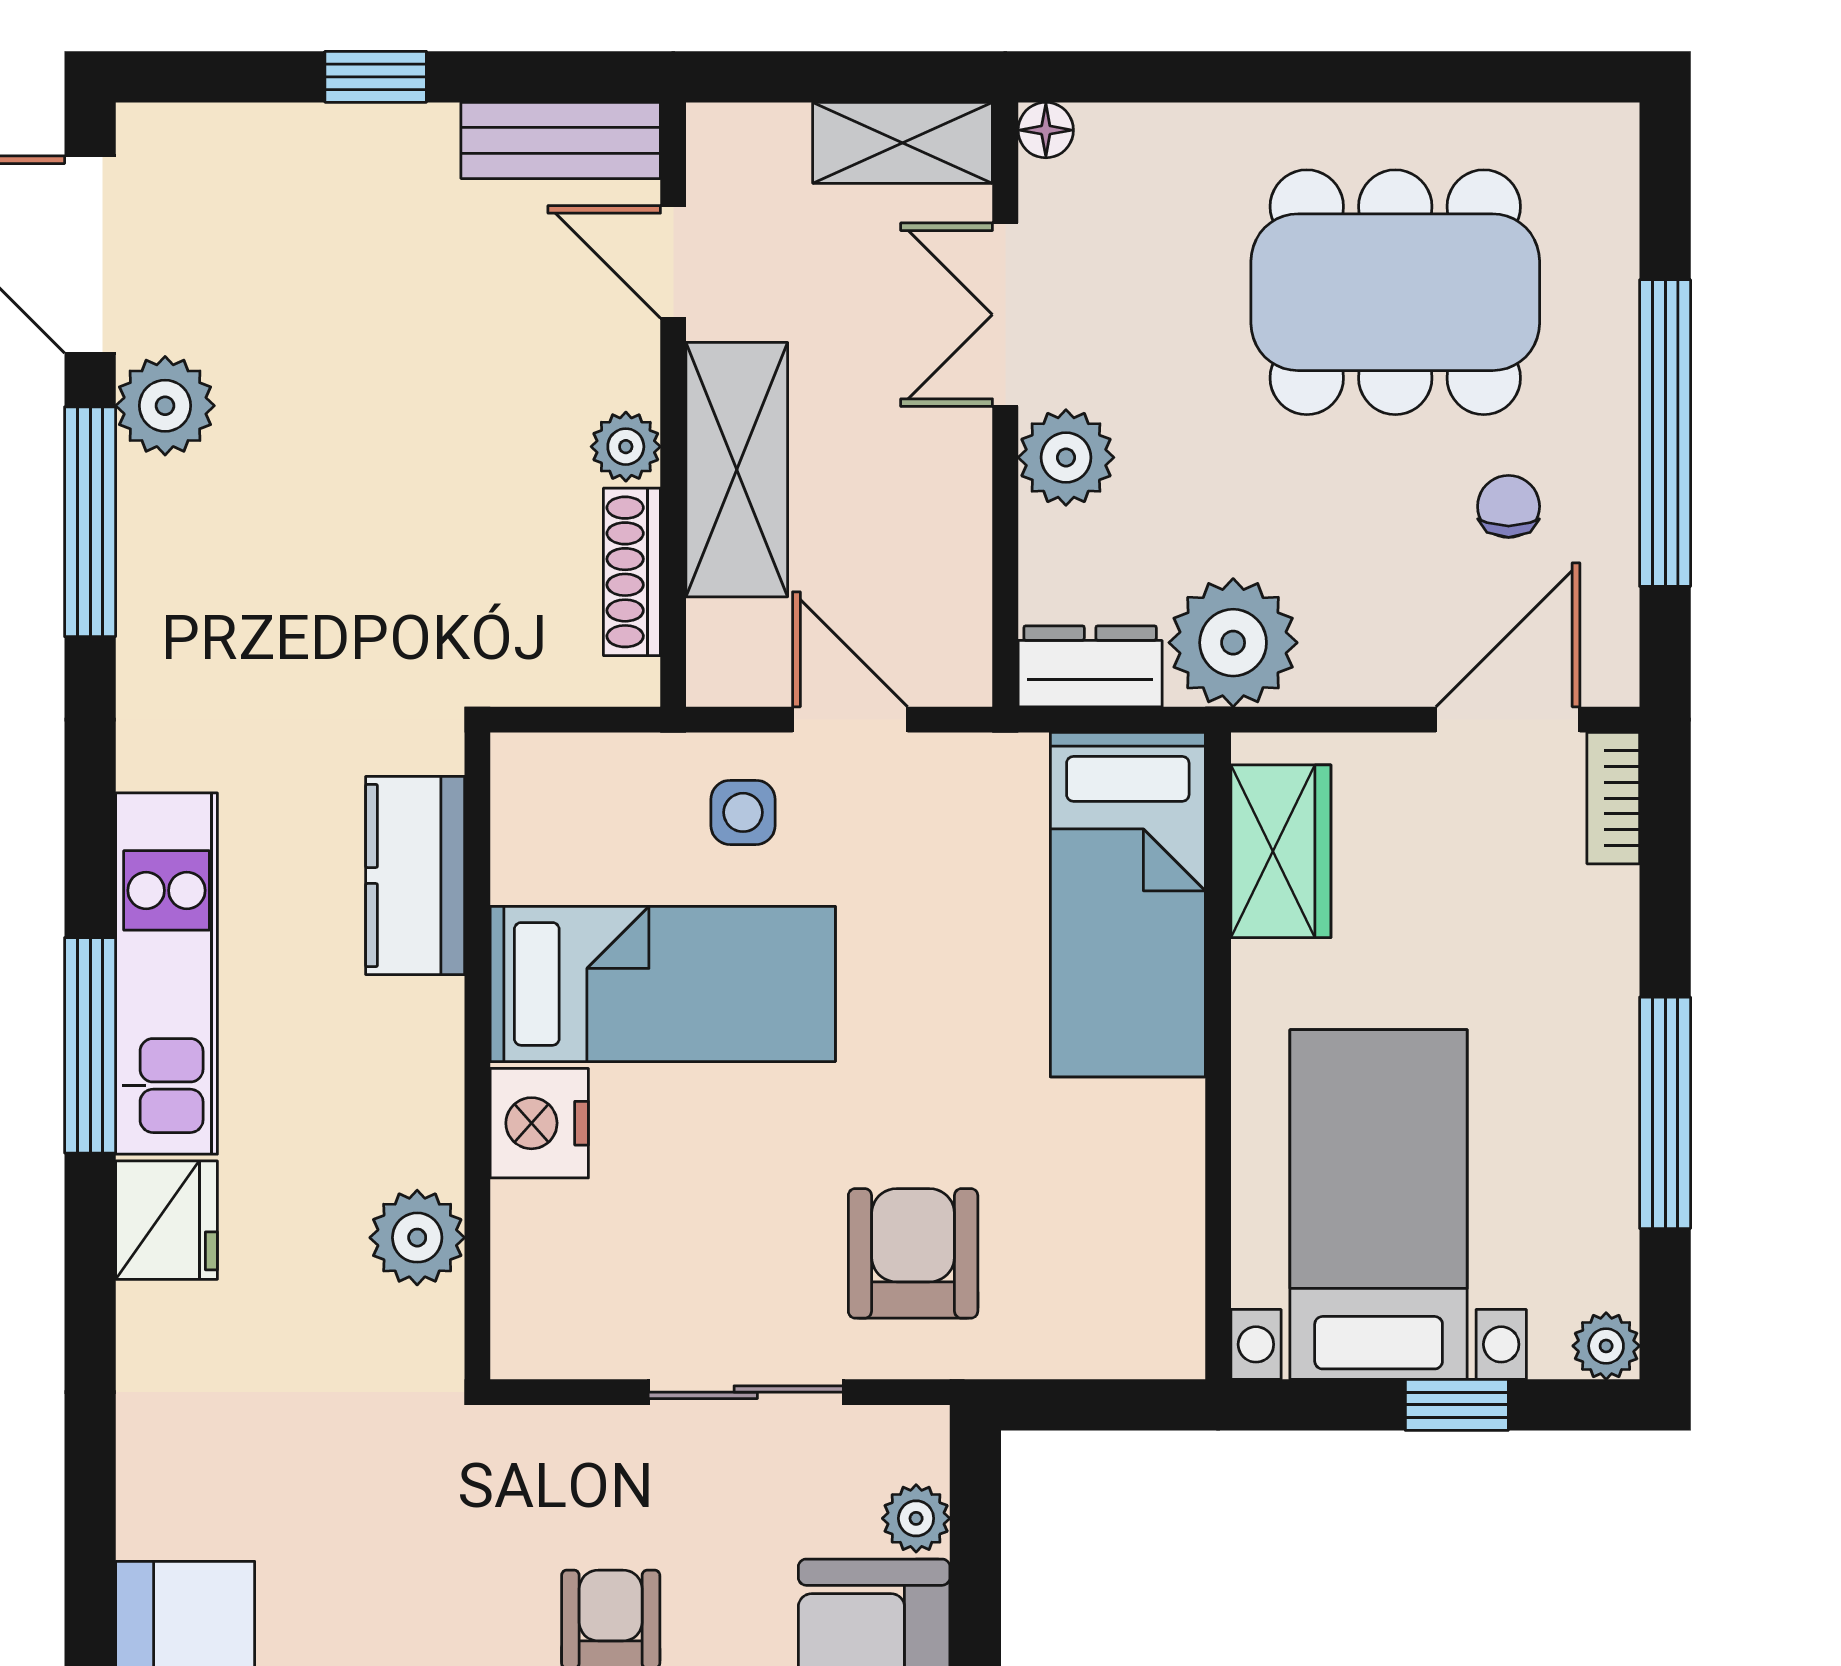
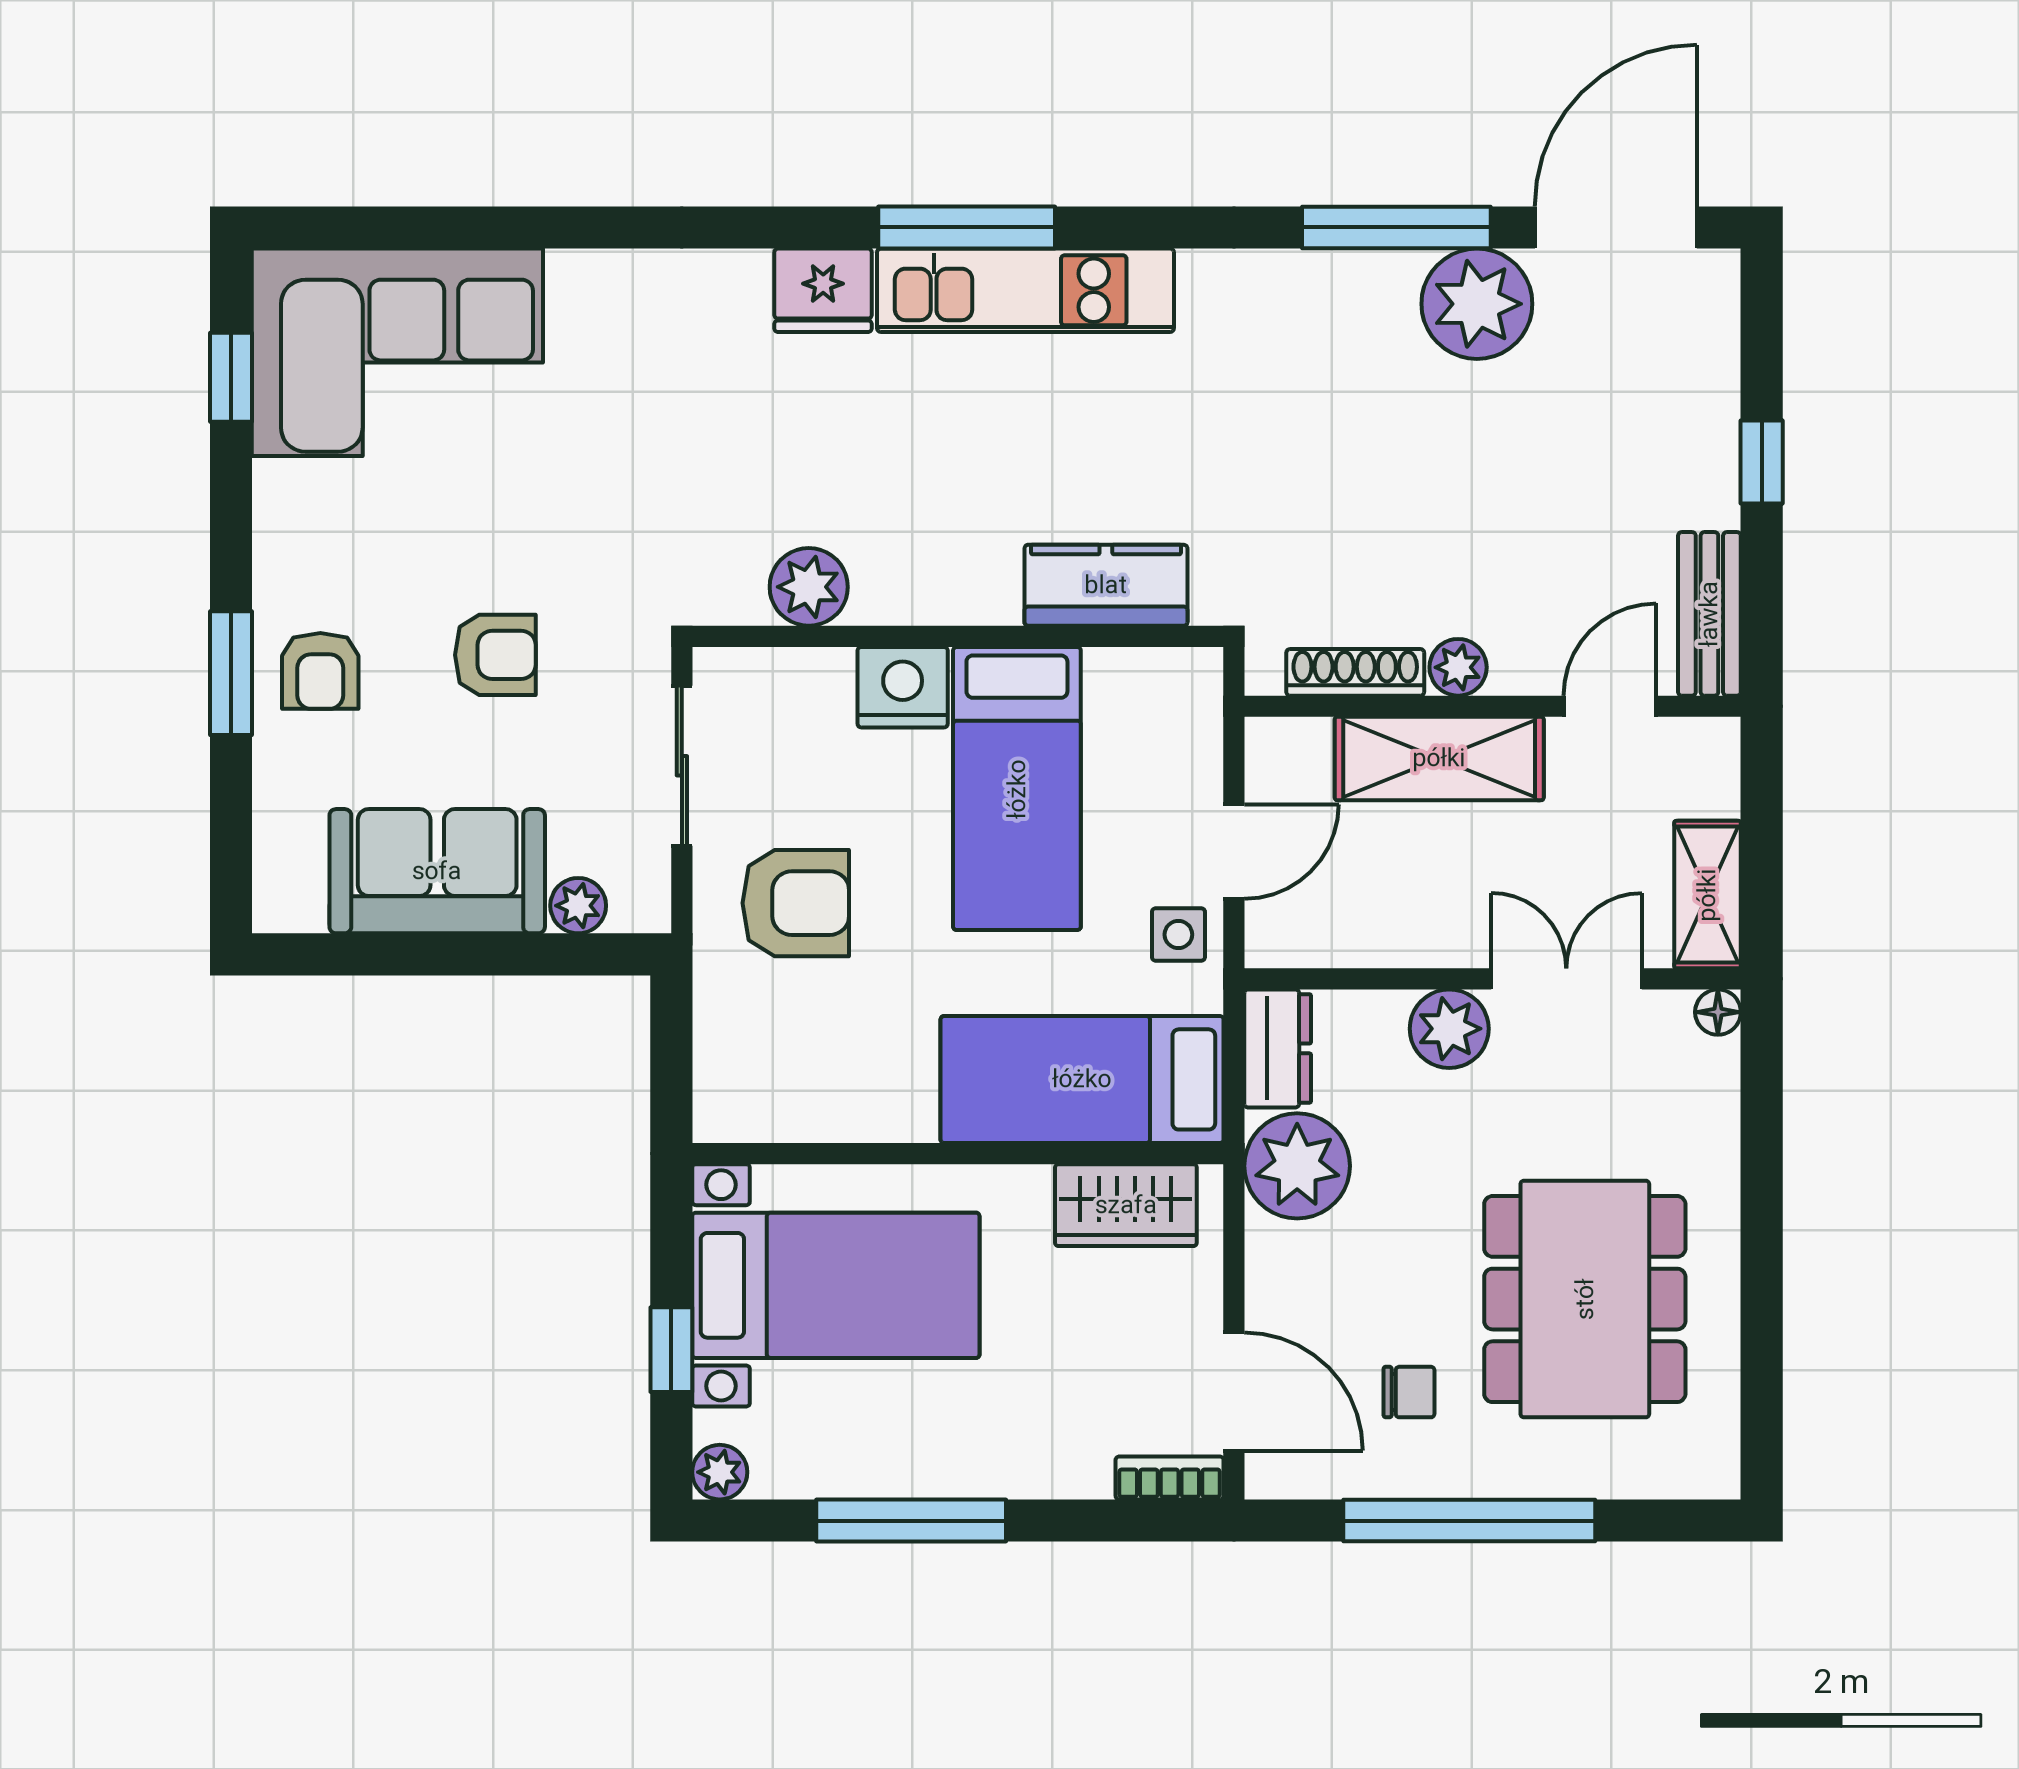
plant: (165, 406) -> (1477, 304), width x1.36, depth x1.36
side table: (743, 812) -> (1178, 935), moved
kitchen counter: (415, 876) -> (1106, 585), moved
bed: (663, 984) -> (1017, 789), moved
wall: (477, 1056) -> (958, 636), moved
nightstand: (539, 1123) -> (903, 687), moved
plant: (417, 1238) -> (809, 587), moved

